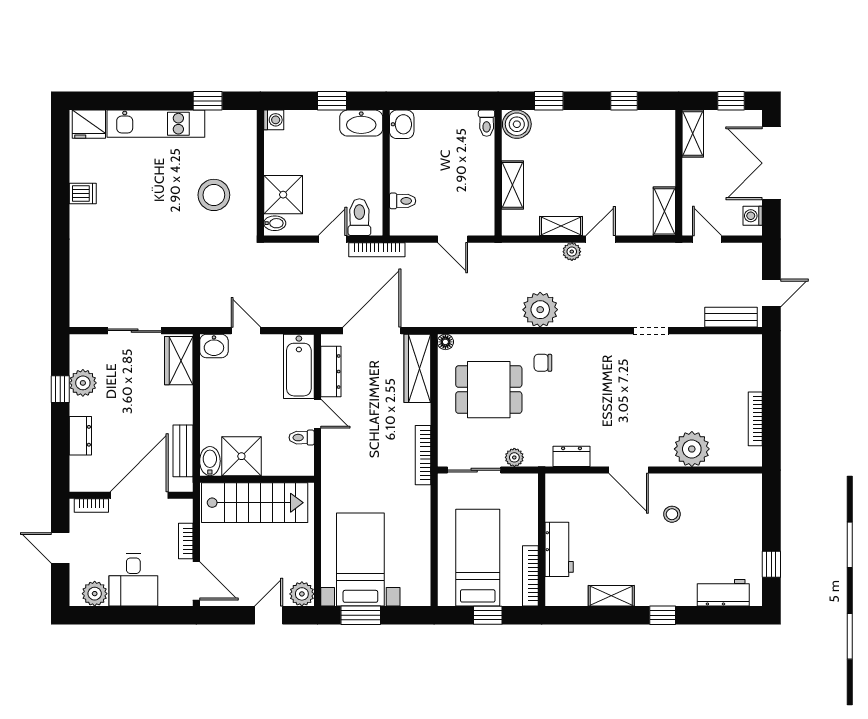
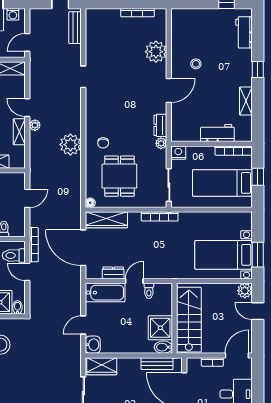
dresser: (331, 372) -> (113, 273), width x0.70
plant: (514, 457) -> (161, 143), moved
nightstand: (527, 486) -> (178, 153), added

